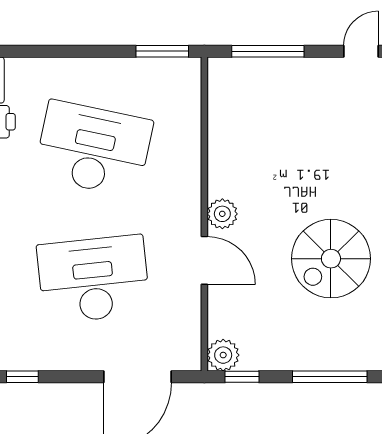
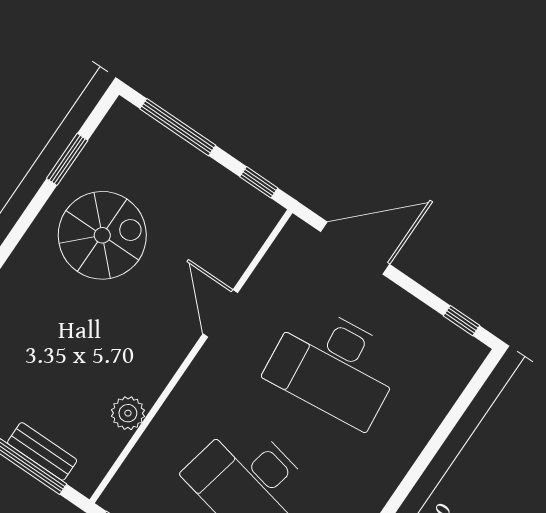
bench: (266, 68) -> (42, 451), added
plant: (222, 214) -> (128, 413), moved
plant: (223, 355) -> (262, 214), removed

